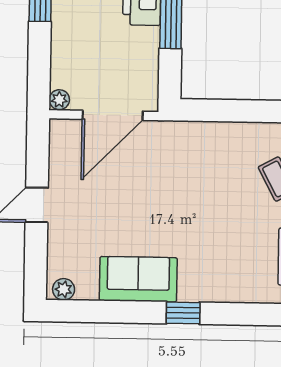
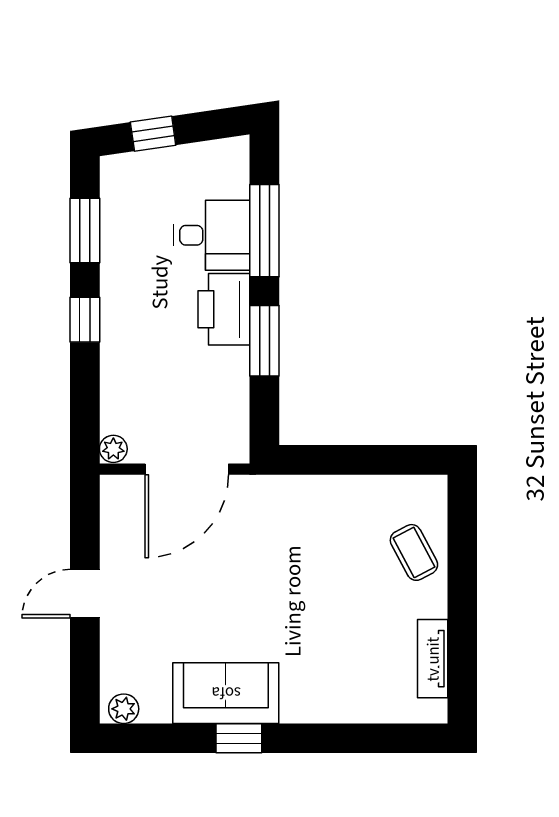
window: (183, 313) -> (239, 738), moved

